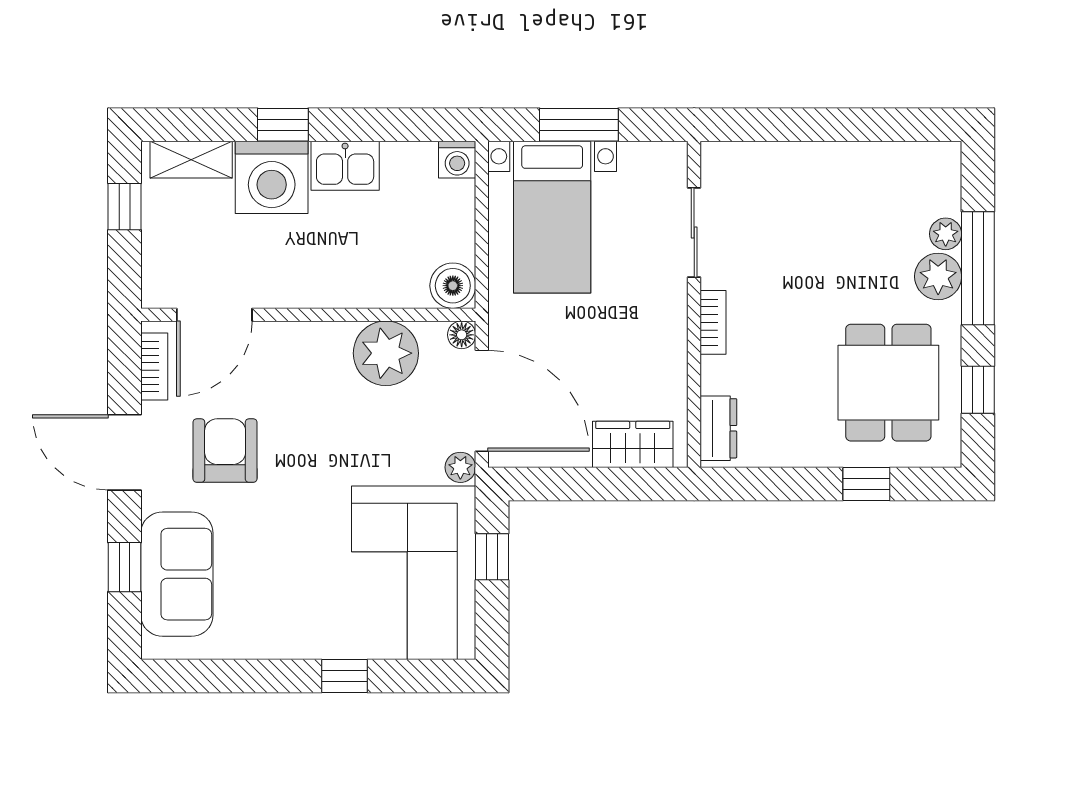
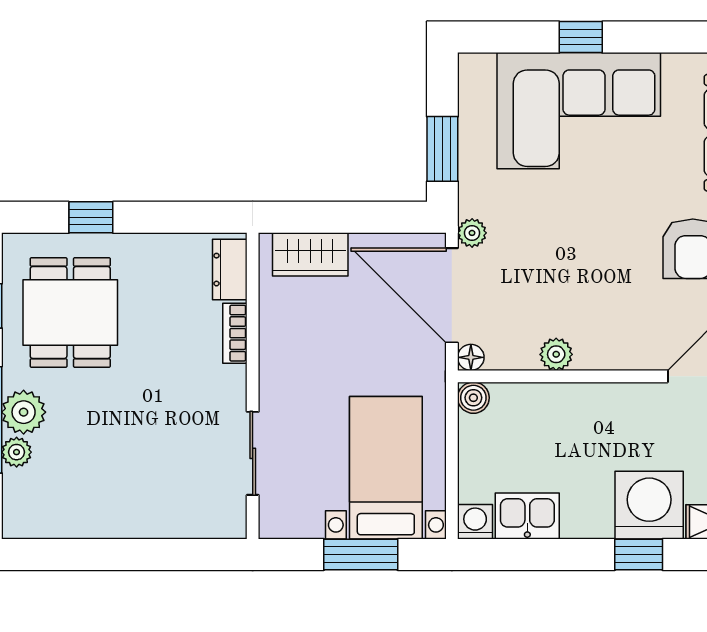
kitchen sink: (345, 166) -> (527, 516), moved
boiler: (453, 286) -> (473, 398), width x0.73, depth x0.73
bookcase: (713, 322) -> (235, 333), moved
plant: (386, 353) -> (556, 354), width x0.53, depth x0.53
window: (492, 557) -> (442, 149), width x1.50
corner sofa: (414, 573) -> (579, 111), moved, turned 90

